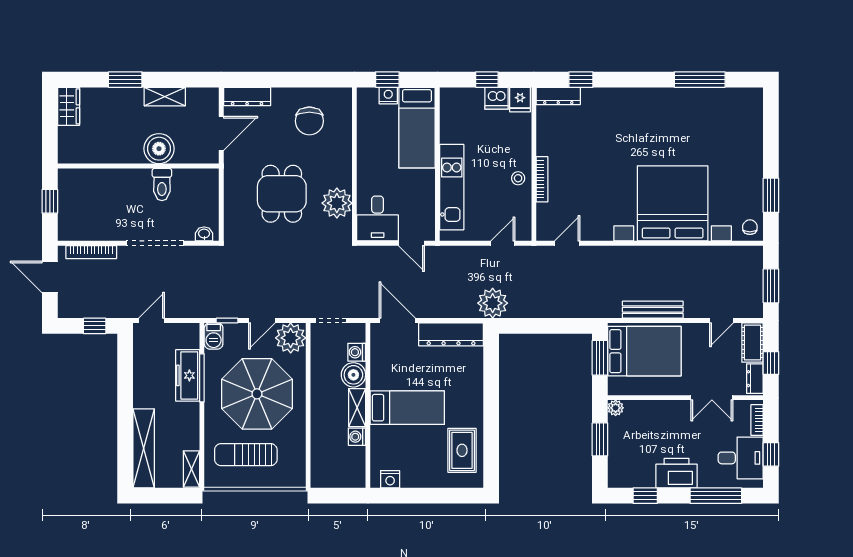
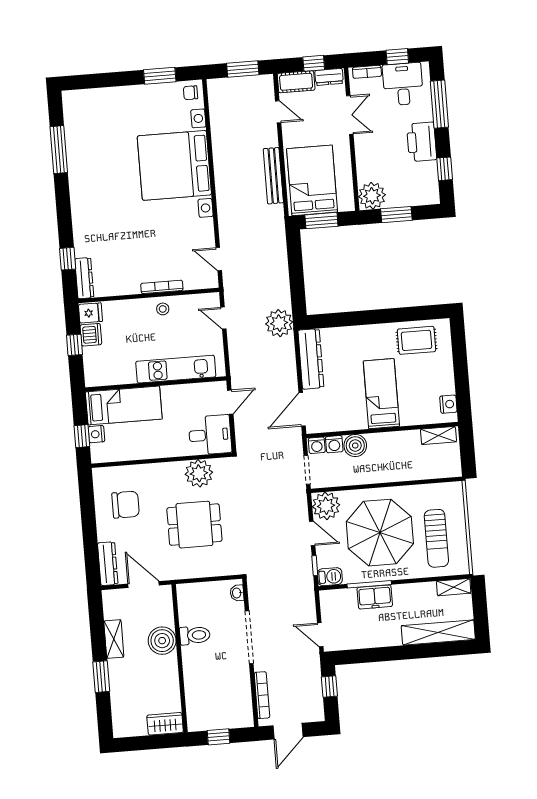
wardrobe: (69, 106) -> (165, 724), moved
freezer: (188, 375) -> (375, 597), width x0.71
shelving: (357, 408) -> (438, 435), moved
plant: (616, 408) -> (372, 196), width x1.88, depth x1.88
washing machine: (357, 437) -> (317, 445), moved

